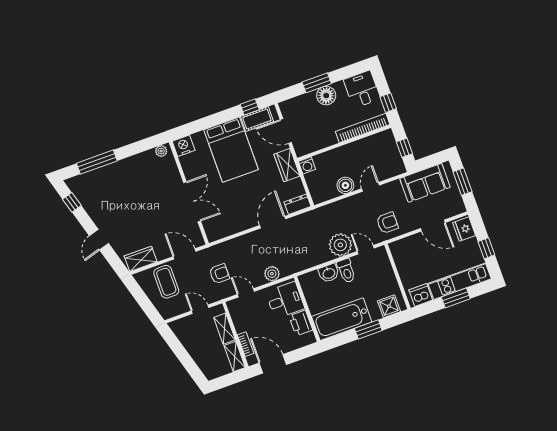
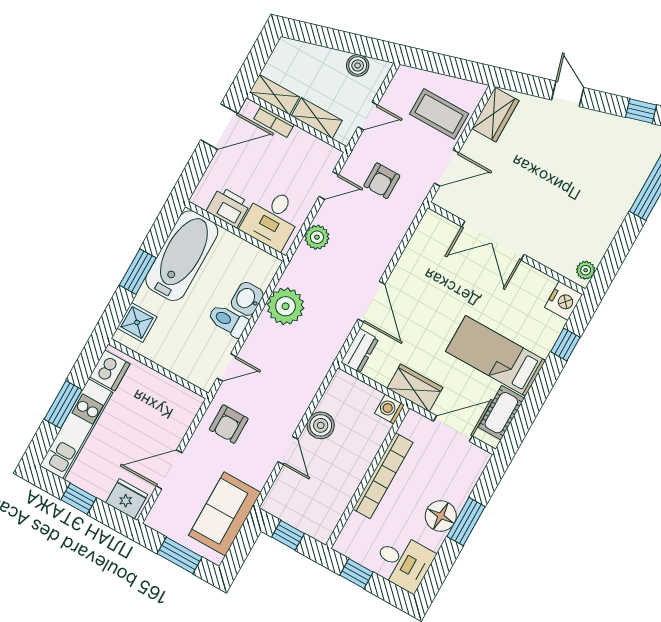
window: (250, 107) -> (565, 345), moved
bookcase: (363, 128) -> (383, 476), moved
bed: (231, 150) -> (496, 356), width x0.67
plant: (340, 245) -> (286, 306), moved
boiler: (185, 337) -> (358, 65), added

